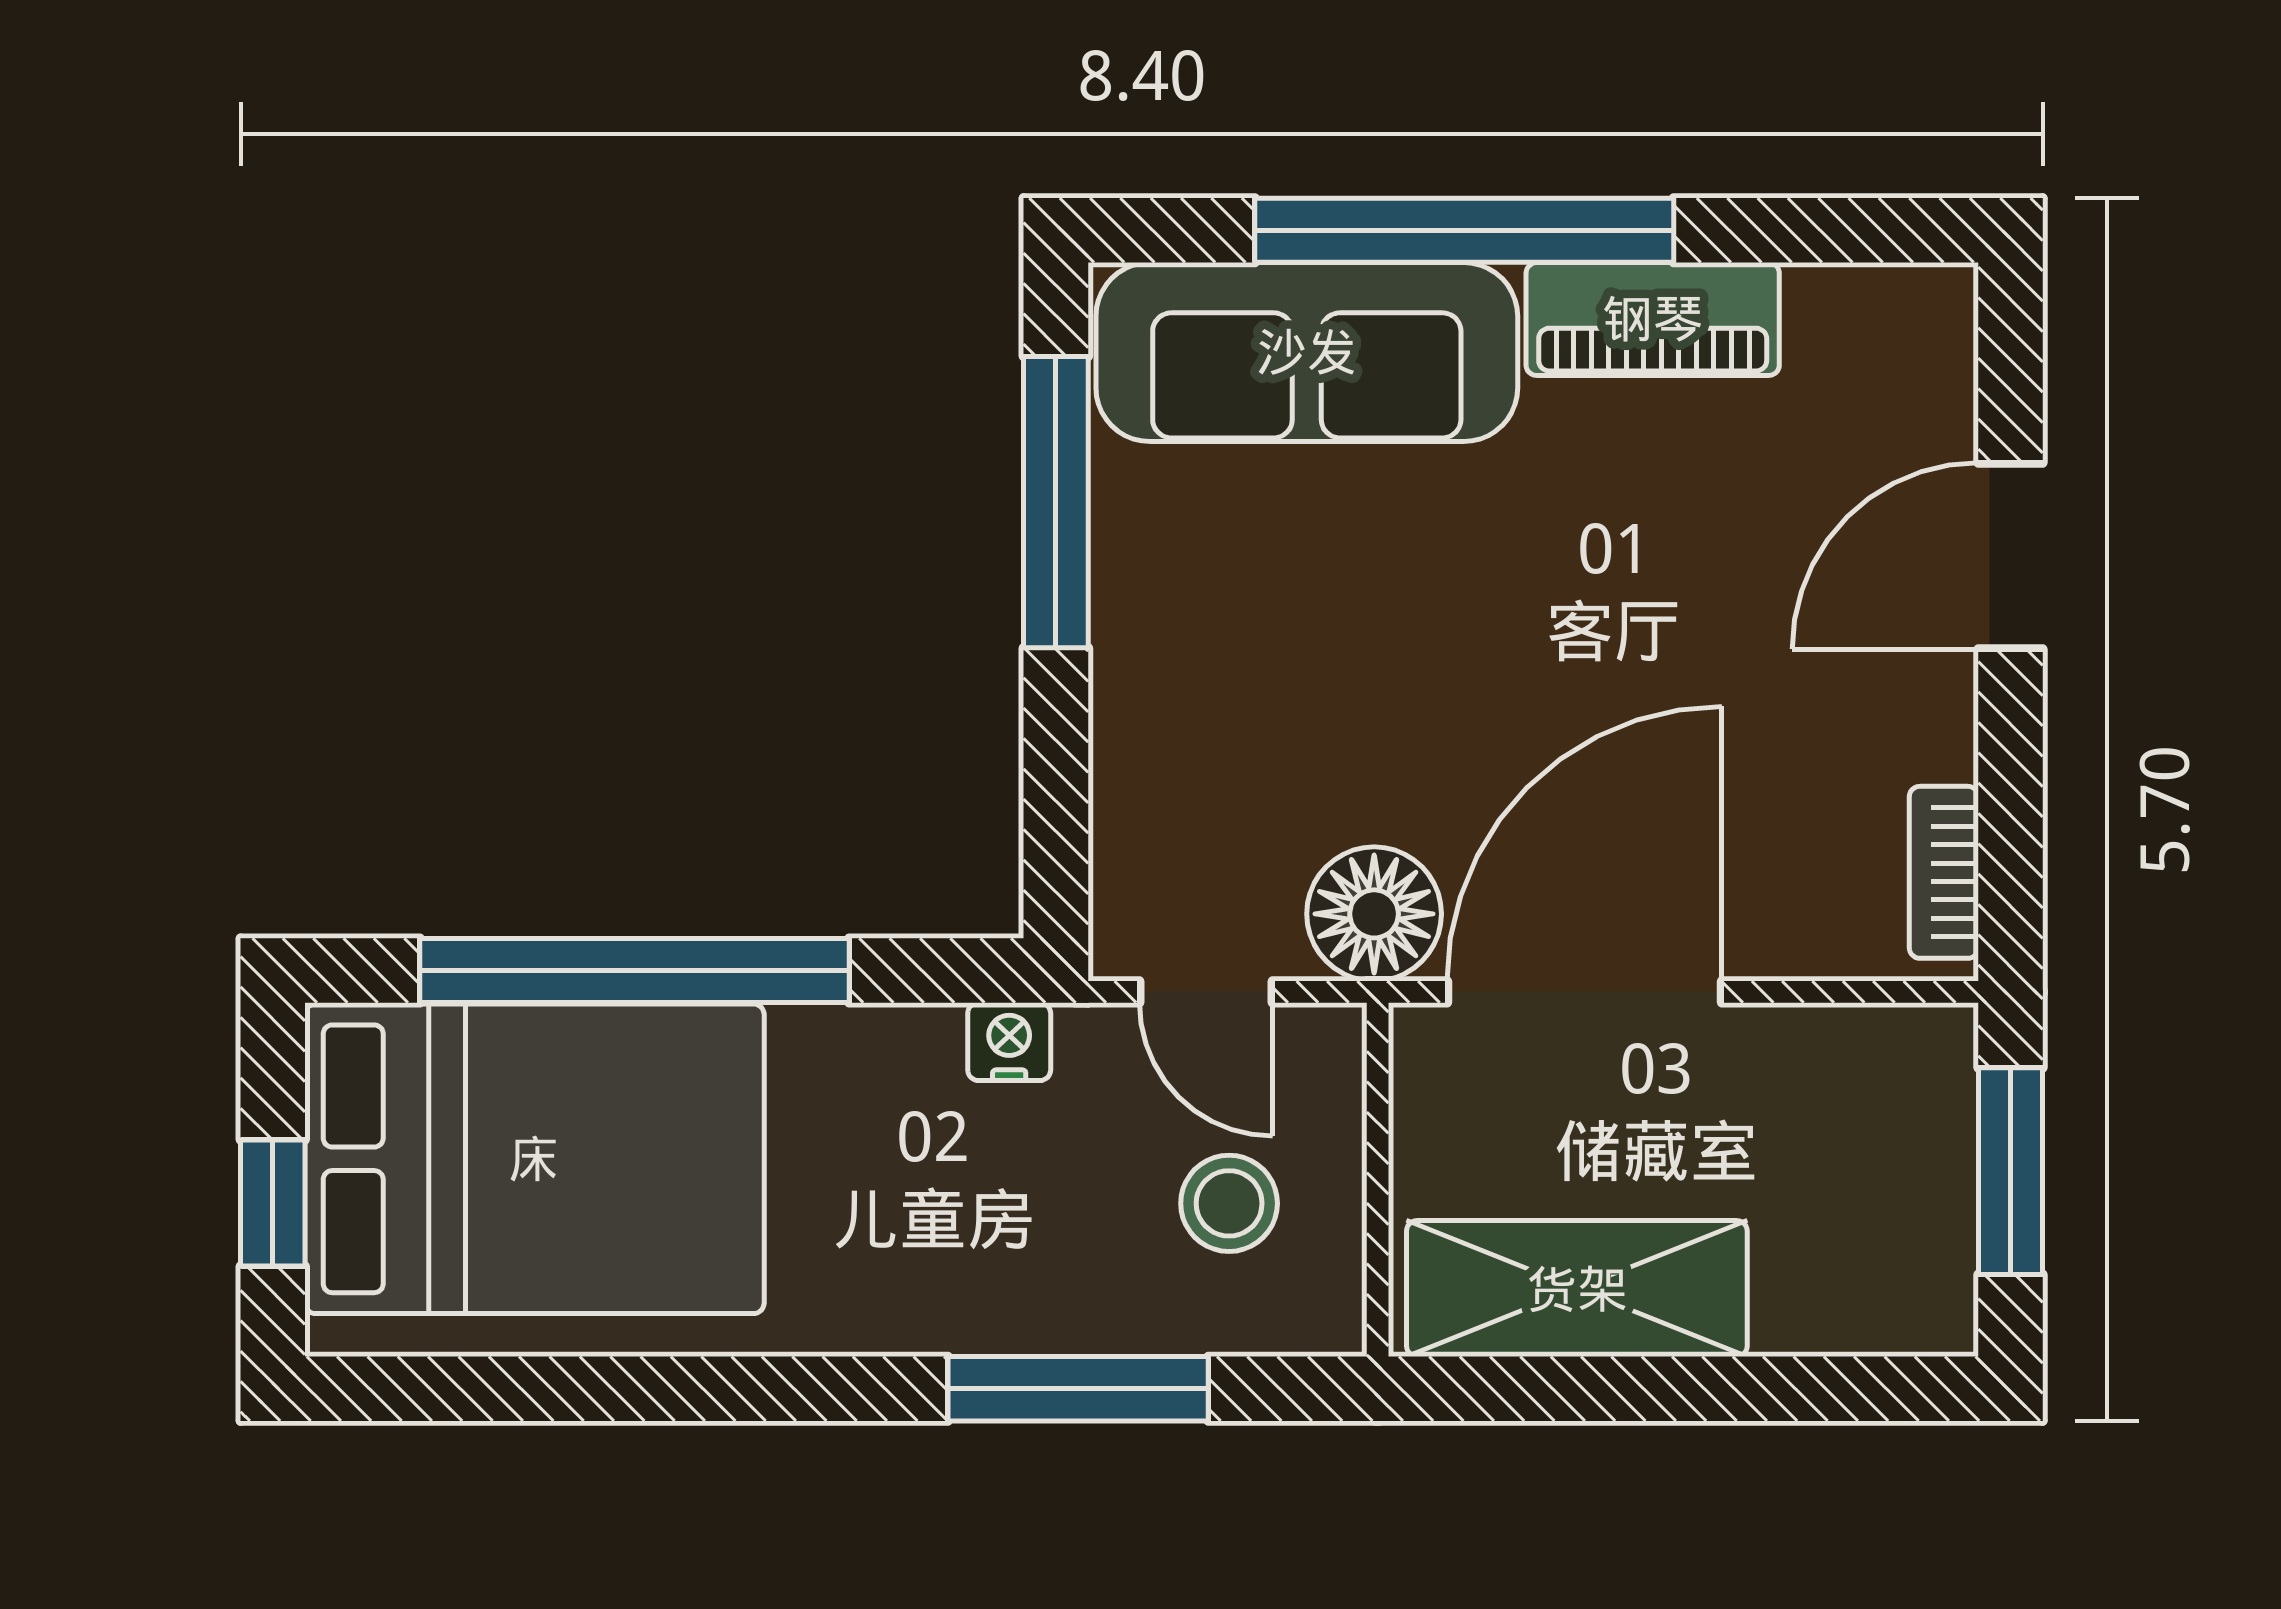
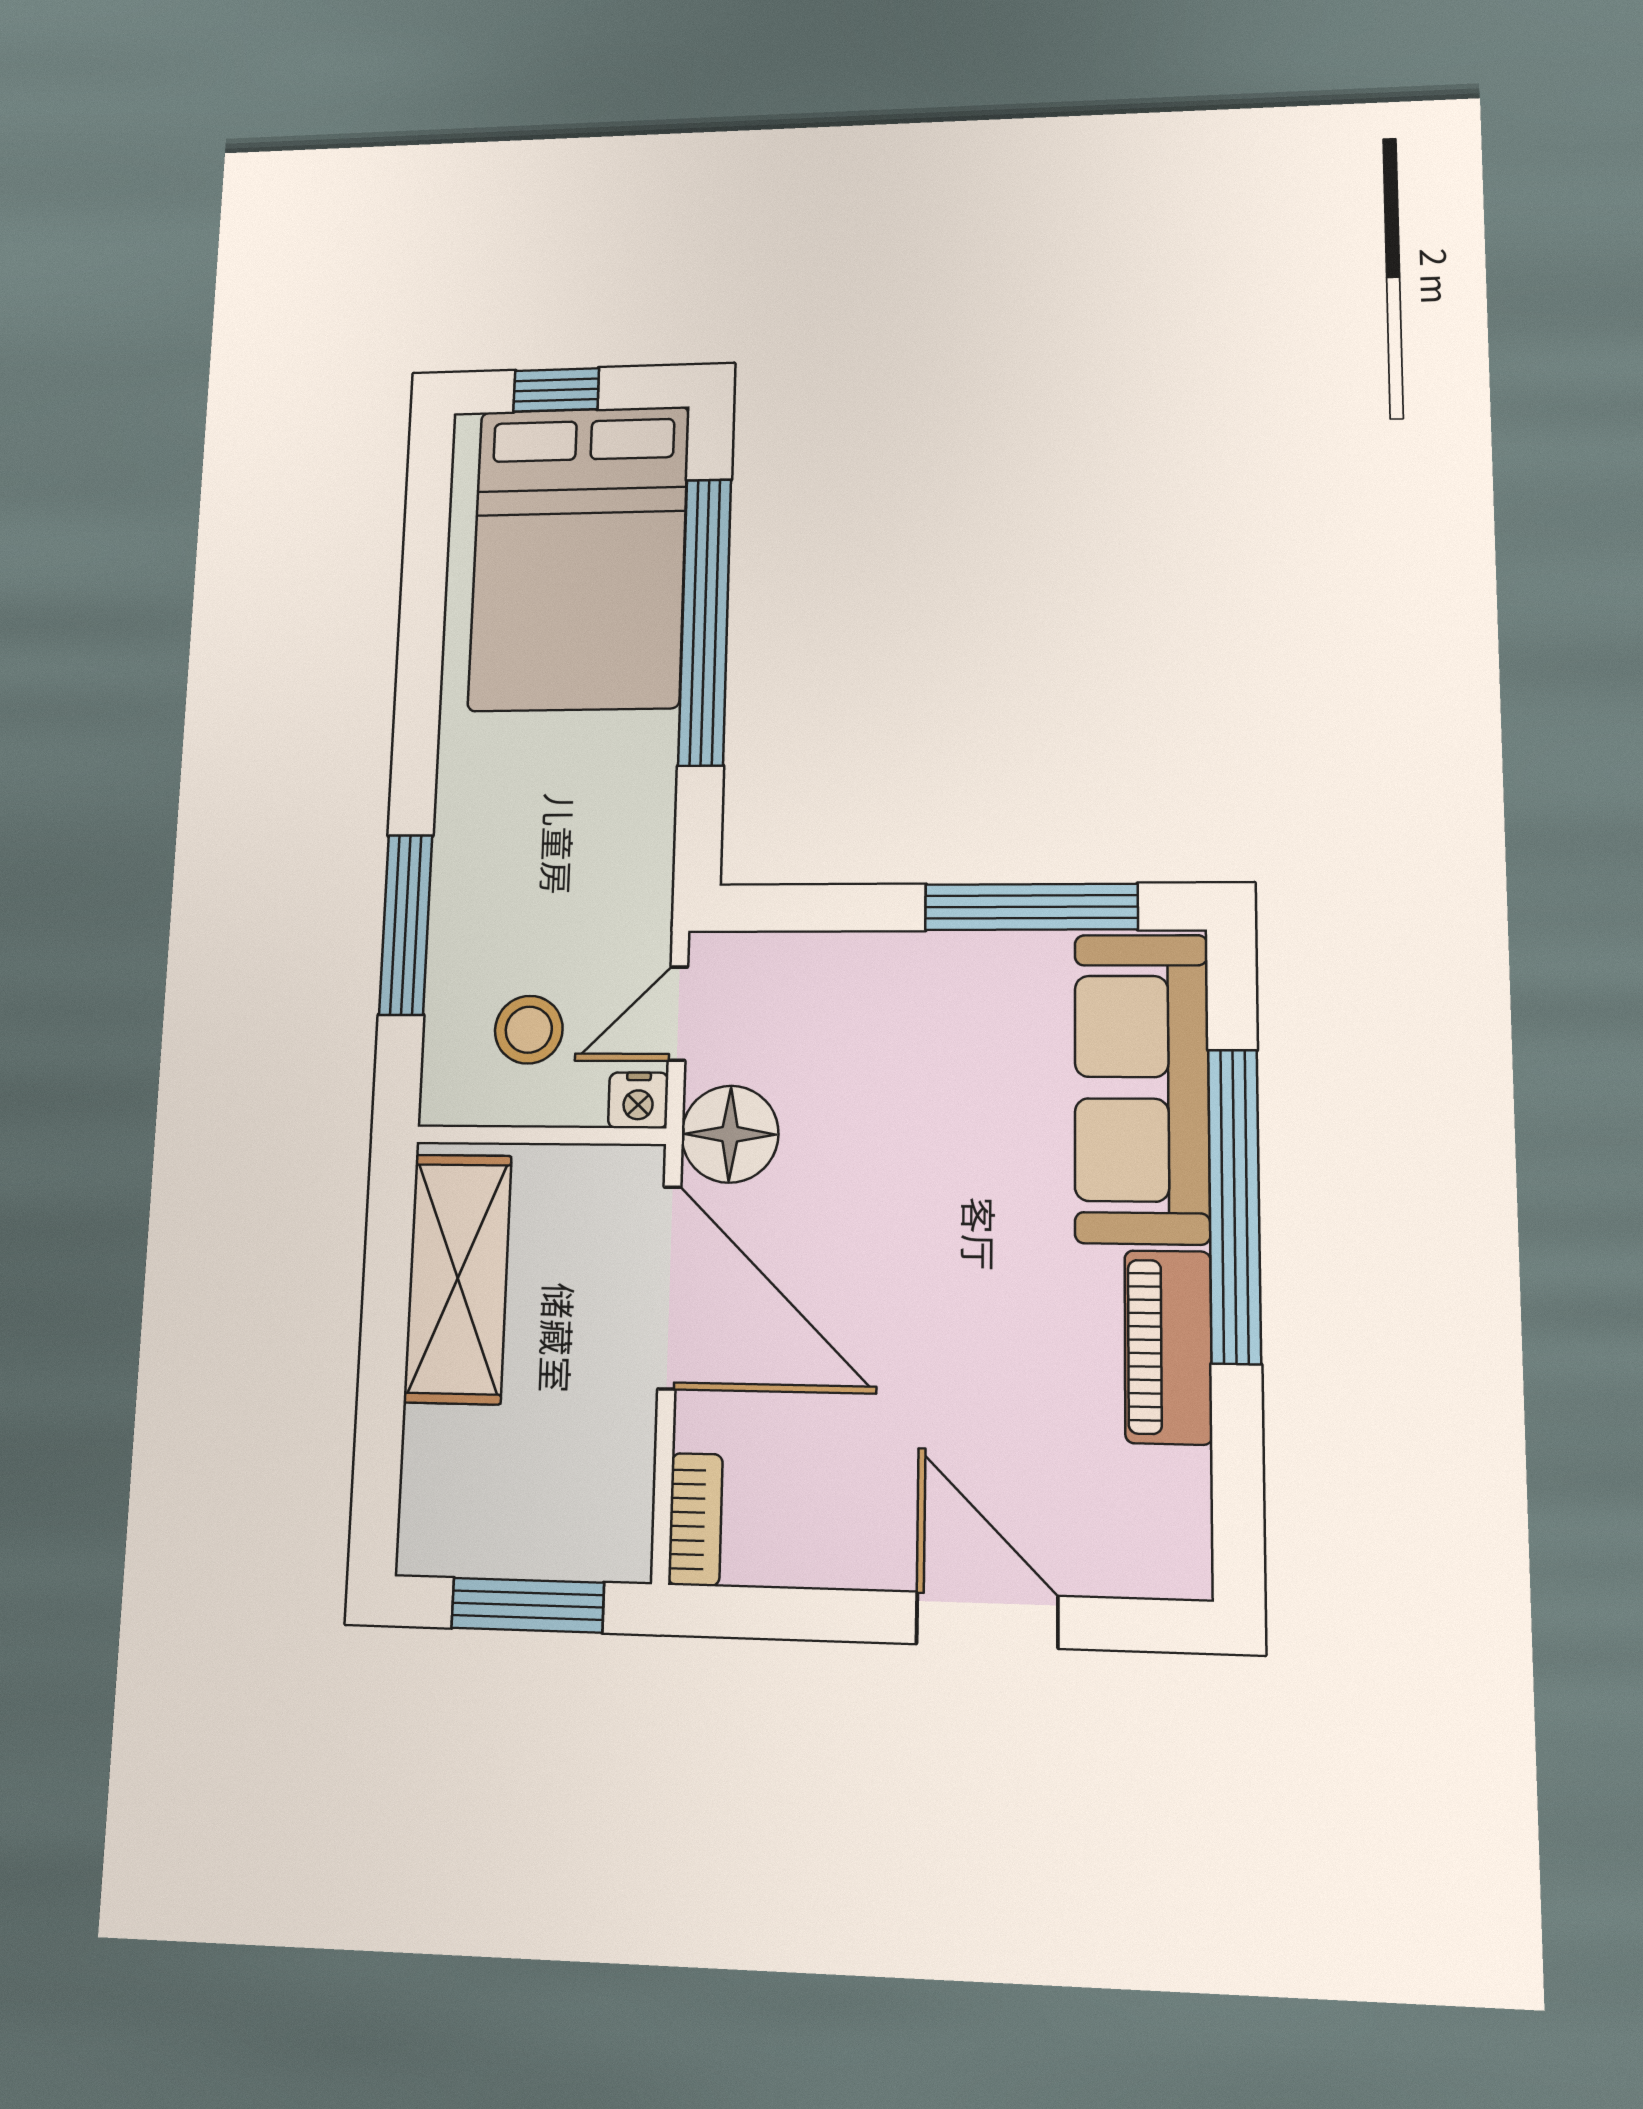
bookcase: (1944, 872) -> (695, 1519), moved, turned 90
nightstand: (1009, 1042) -> (638, 1100), moved, turned 90

